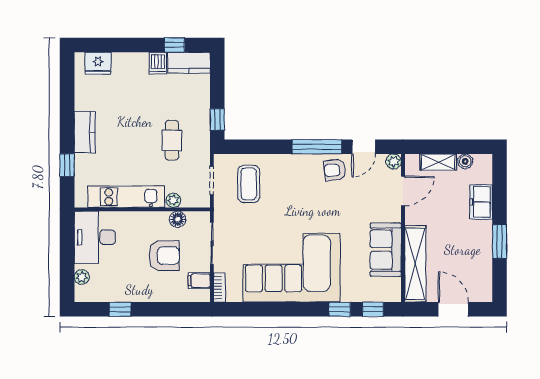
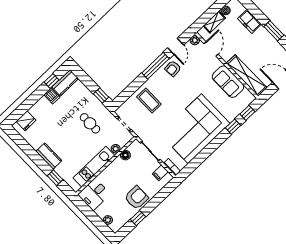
coffee table: (249, 184) -> (149, 101), moved
desk: (95, 237) -> (94, 194), width x0.73
armchair: (164, 256) -> (136, 198), moved

